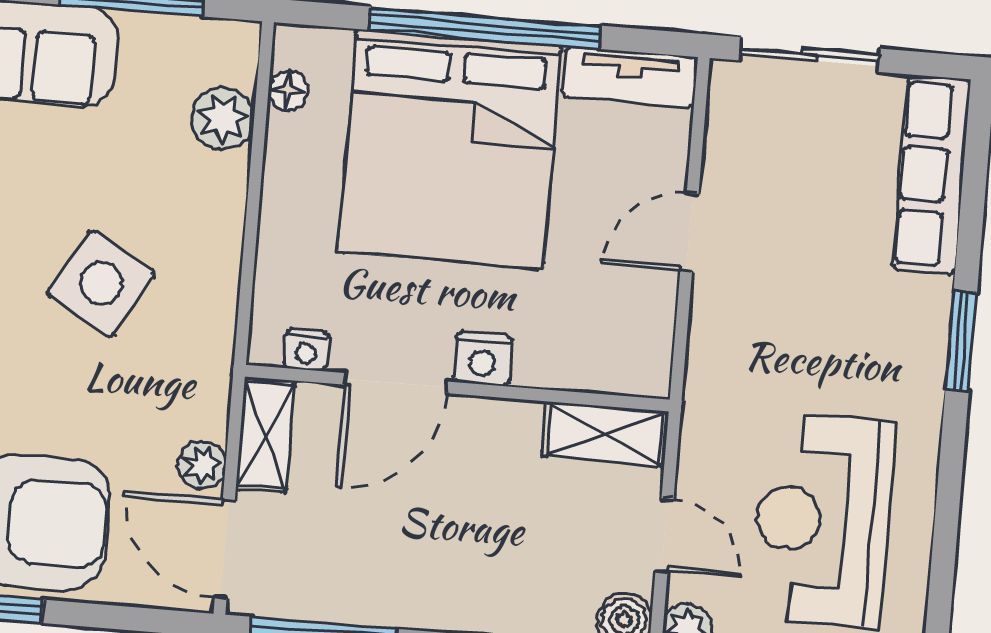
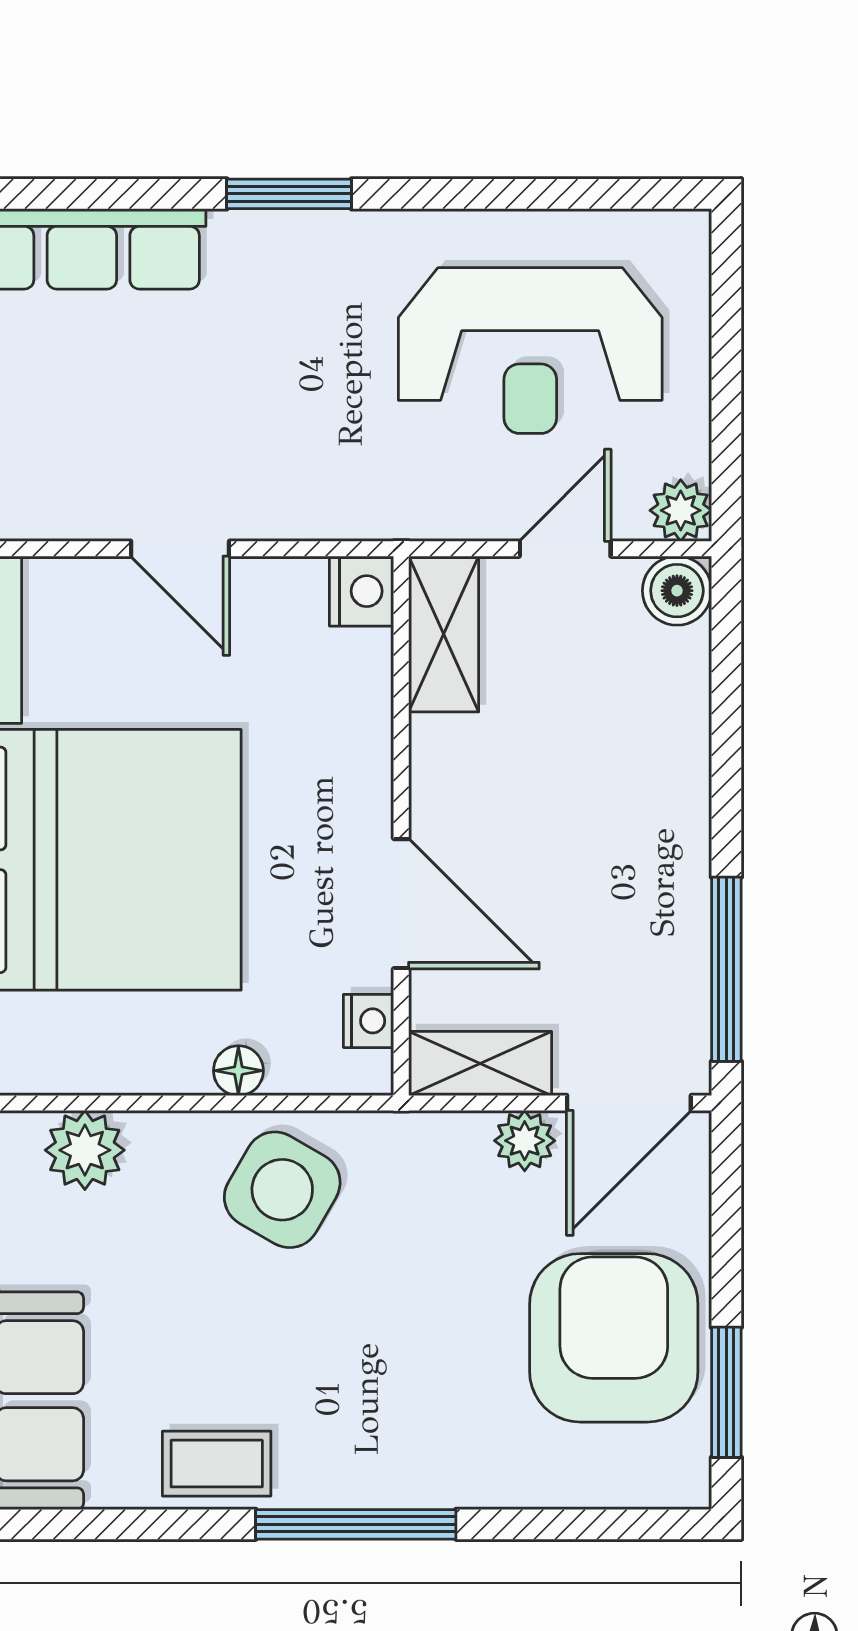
floor lamp: (288, 91) -> (238, 1071), moved
side table: (101, 283) -> (282, 1190), moved
nightstand: (483, 359) -> (362, 591), moved

